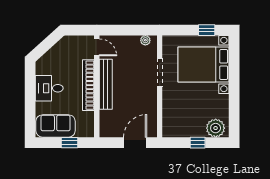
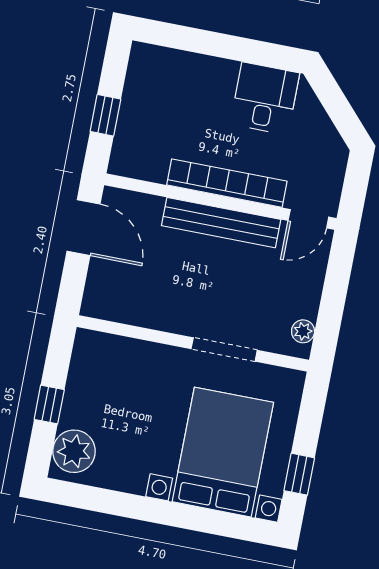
desk: (49, 88) -> (265, 99), moved
sofa: (56, 126) -> (149, 91), removed
door: (135, 143) -> (84, 228), moved

